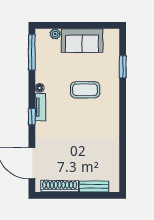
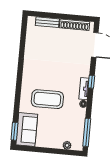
sofa: (82, 41) -> (27, 130), moved, turned 90
window: (123, 67) -> (15, 131), moved
coffee table: (85, 90) -> (47, 99), width x1.36, depth x1.32

